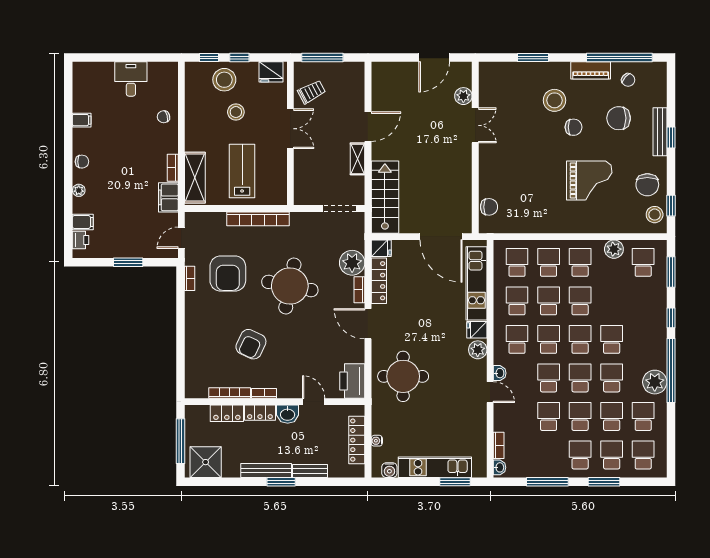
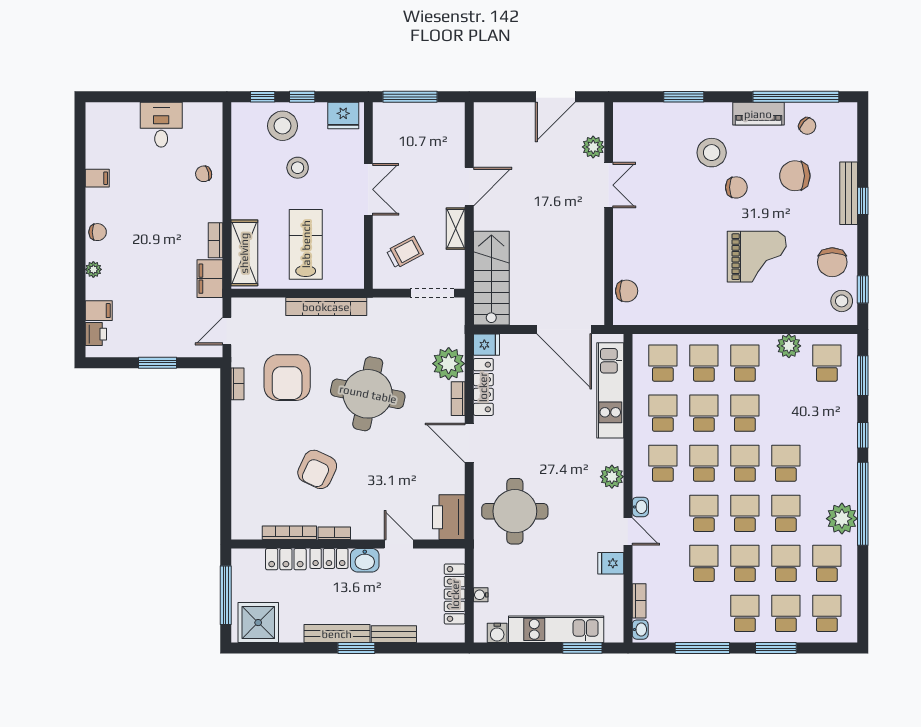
trolley: (312, 92) -> (405, 252), moved
fridge: (477, 330) -> (611, 563), moved

